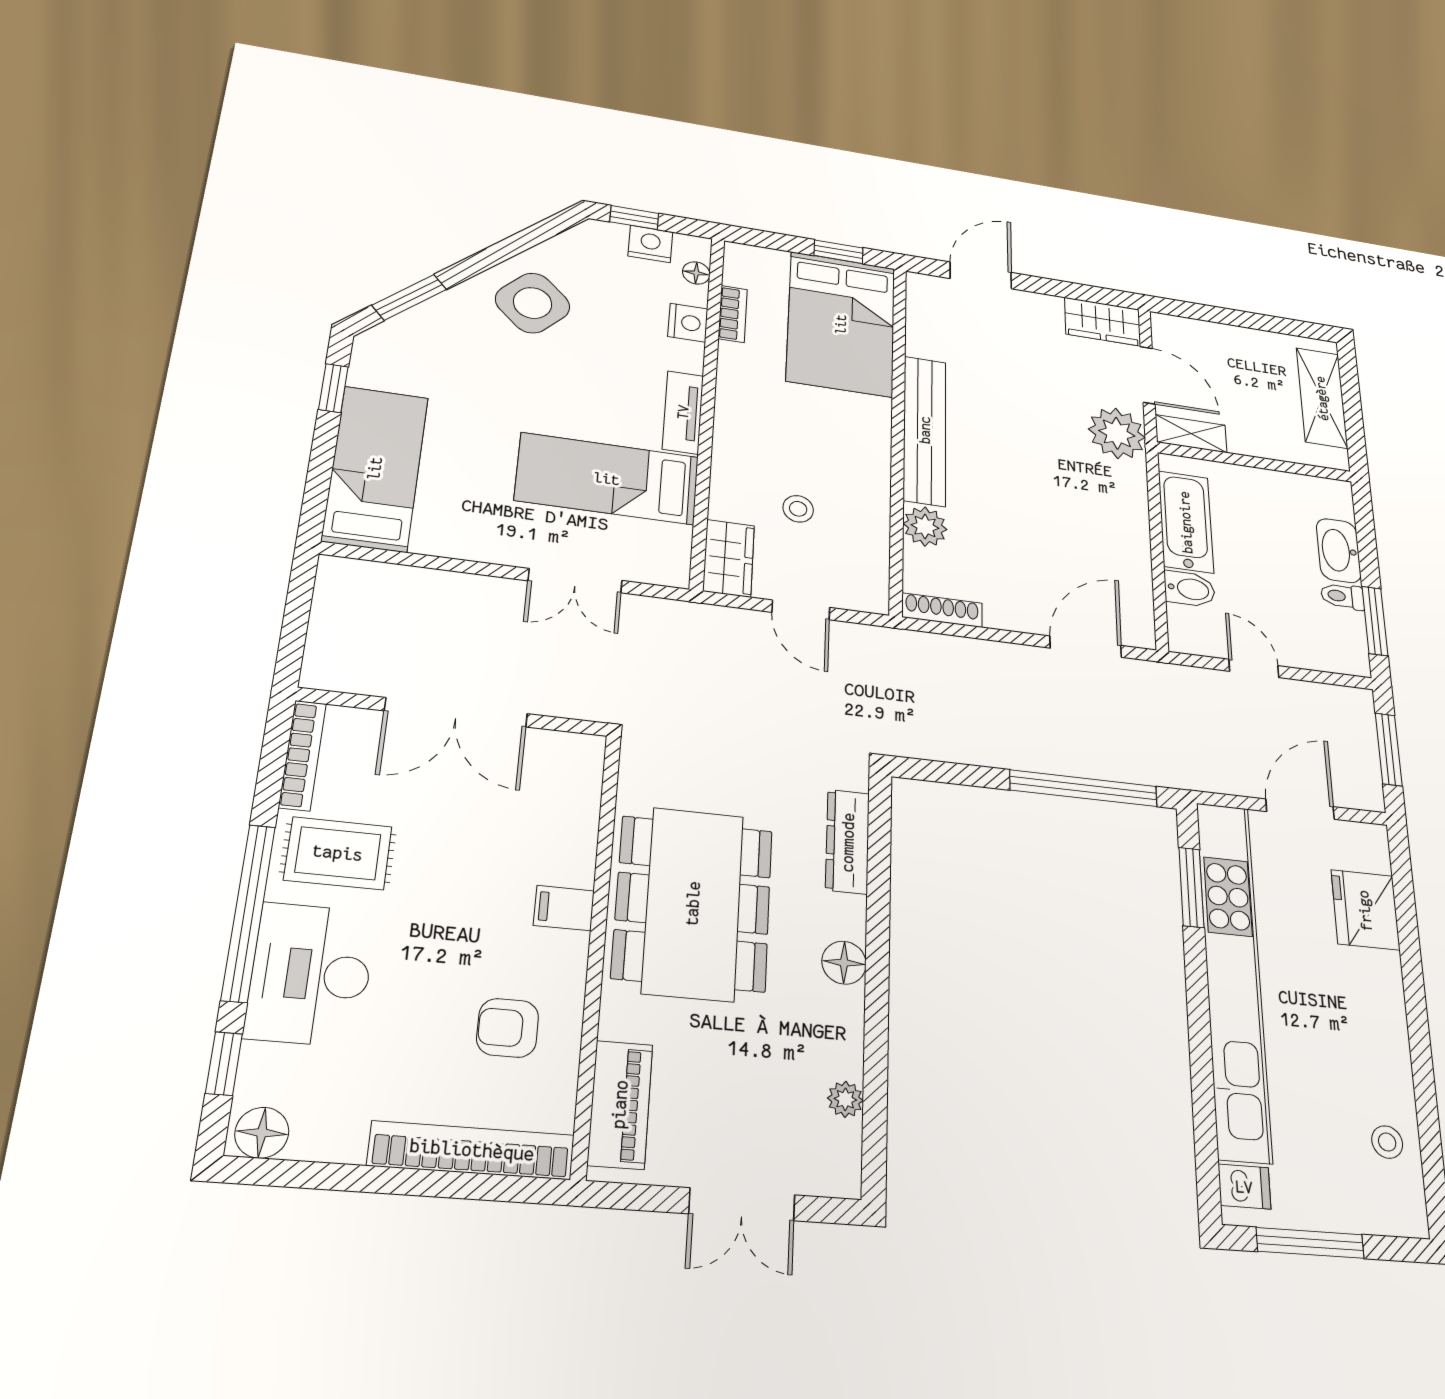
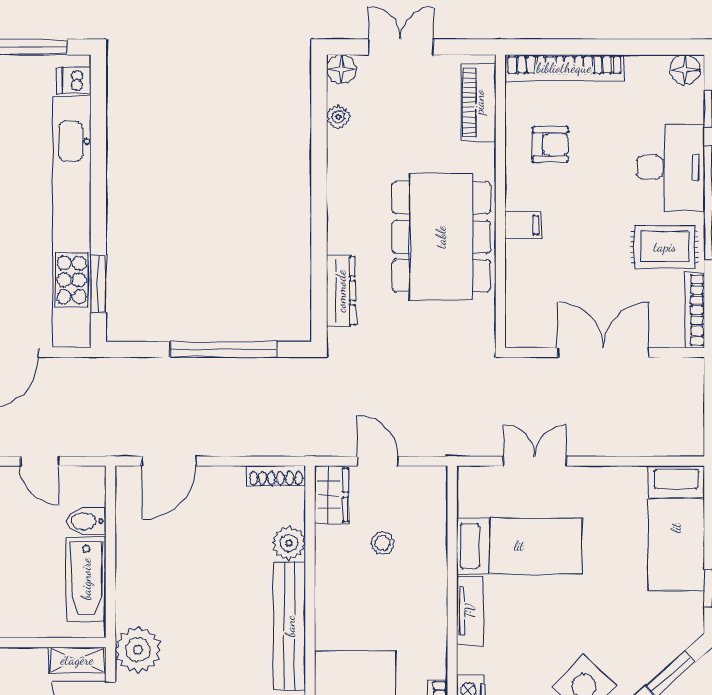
wardrobe: (729, 558) -> (331, 495), moved, turned 180
window: (1084, 788) -> (224, 349), moved
floor lamp: (844, 963) -> (341, 69), moved

